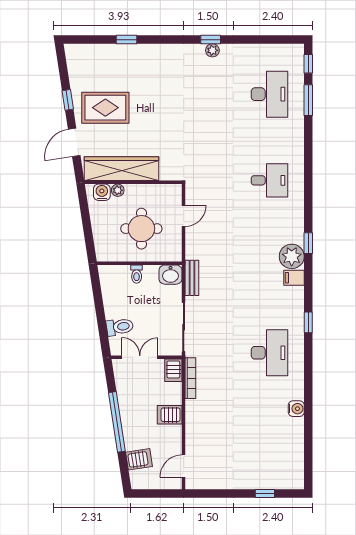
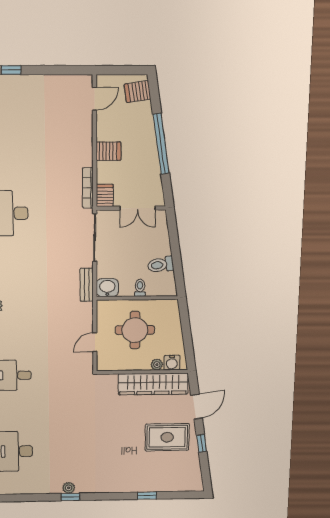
toilet: (120, 327) -> (161, 265), moved
server rack: (139, 459) -> (137, 92), moved

